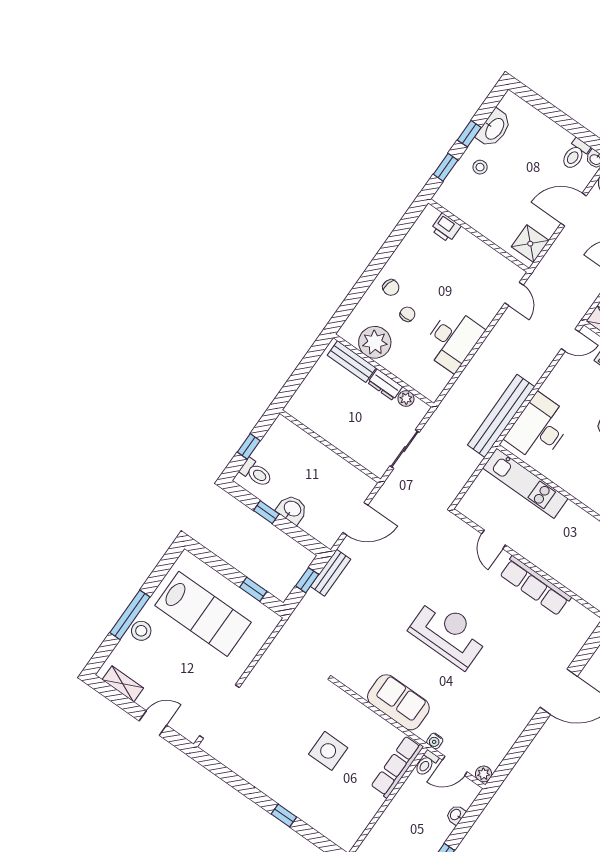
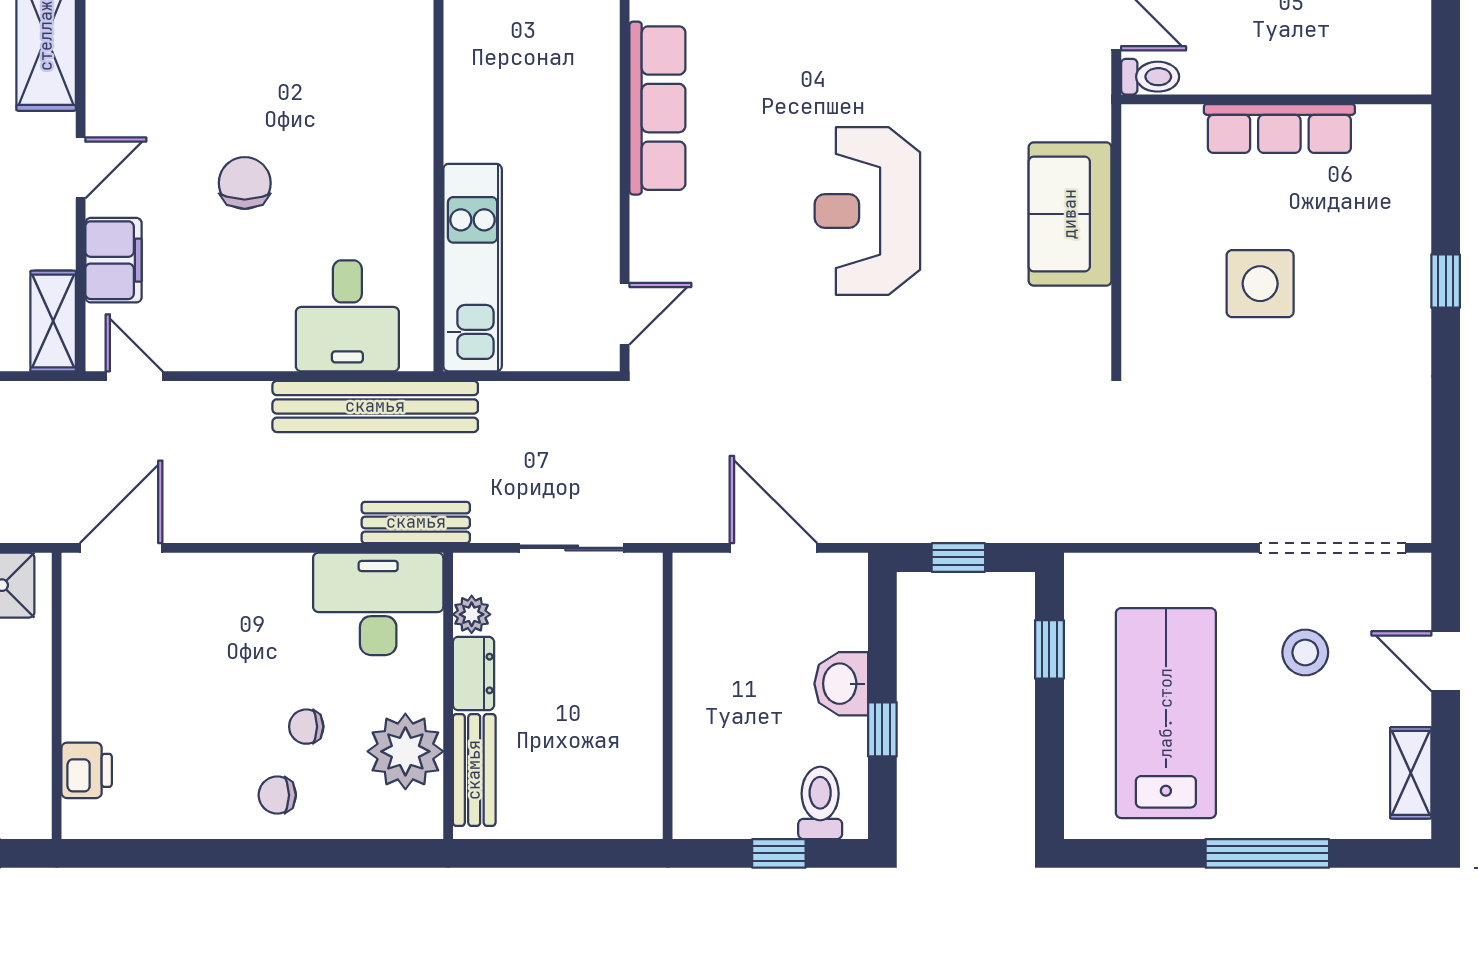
chair: (391, 288) -> (277, 795), turned -106
door: (514, 294) -> (121, 548), width x1.38
desk: (453, 340) -> (378, 604), moved
desk: (539, 428) -> (347, 316), width x0.73
door: (494, 539) -> (625, 314), moved
bench: (330, 573) -> (416, 522), moved
stool: (141, 631) -> (1305, 653), moved
water cooler: (435, 741) -> (1095, 91), removed
row of seats: (397, 767) -> (1279, 129), moved

